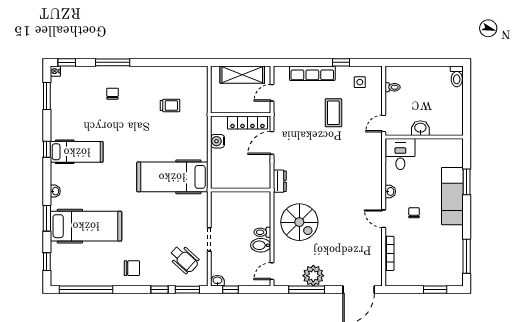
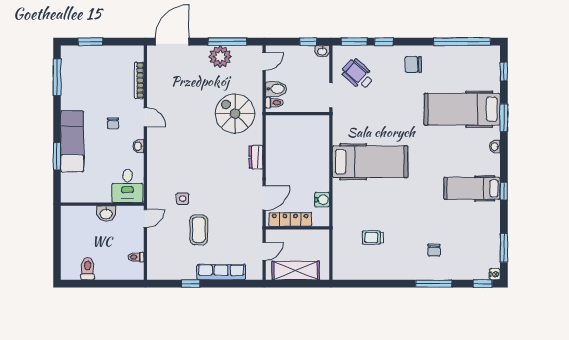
toilet: (457, 76) -> (88, 269), moved
side table: (360, 82) -> (183, 199), moved
wall: (241, 190) -> (297, 114), moved

